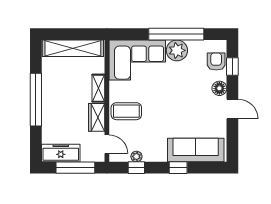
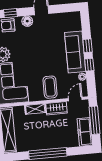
sofa: (196, 150) -> (75, 52), moved
window: (136, 168) -> (89, 65), moved

